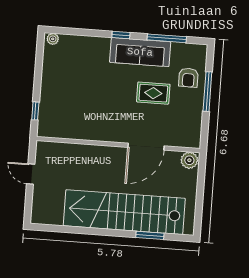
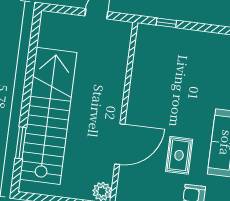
door: (146, 147) -> (120, 144), swing flipped

